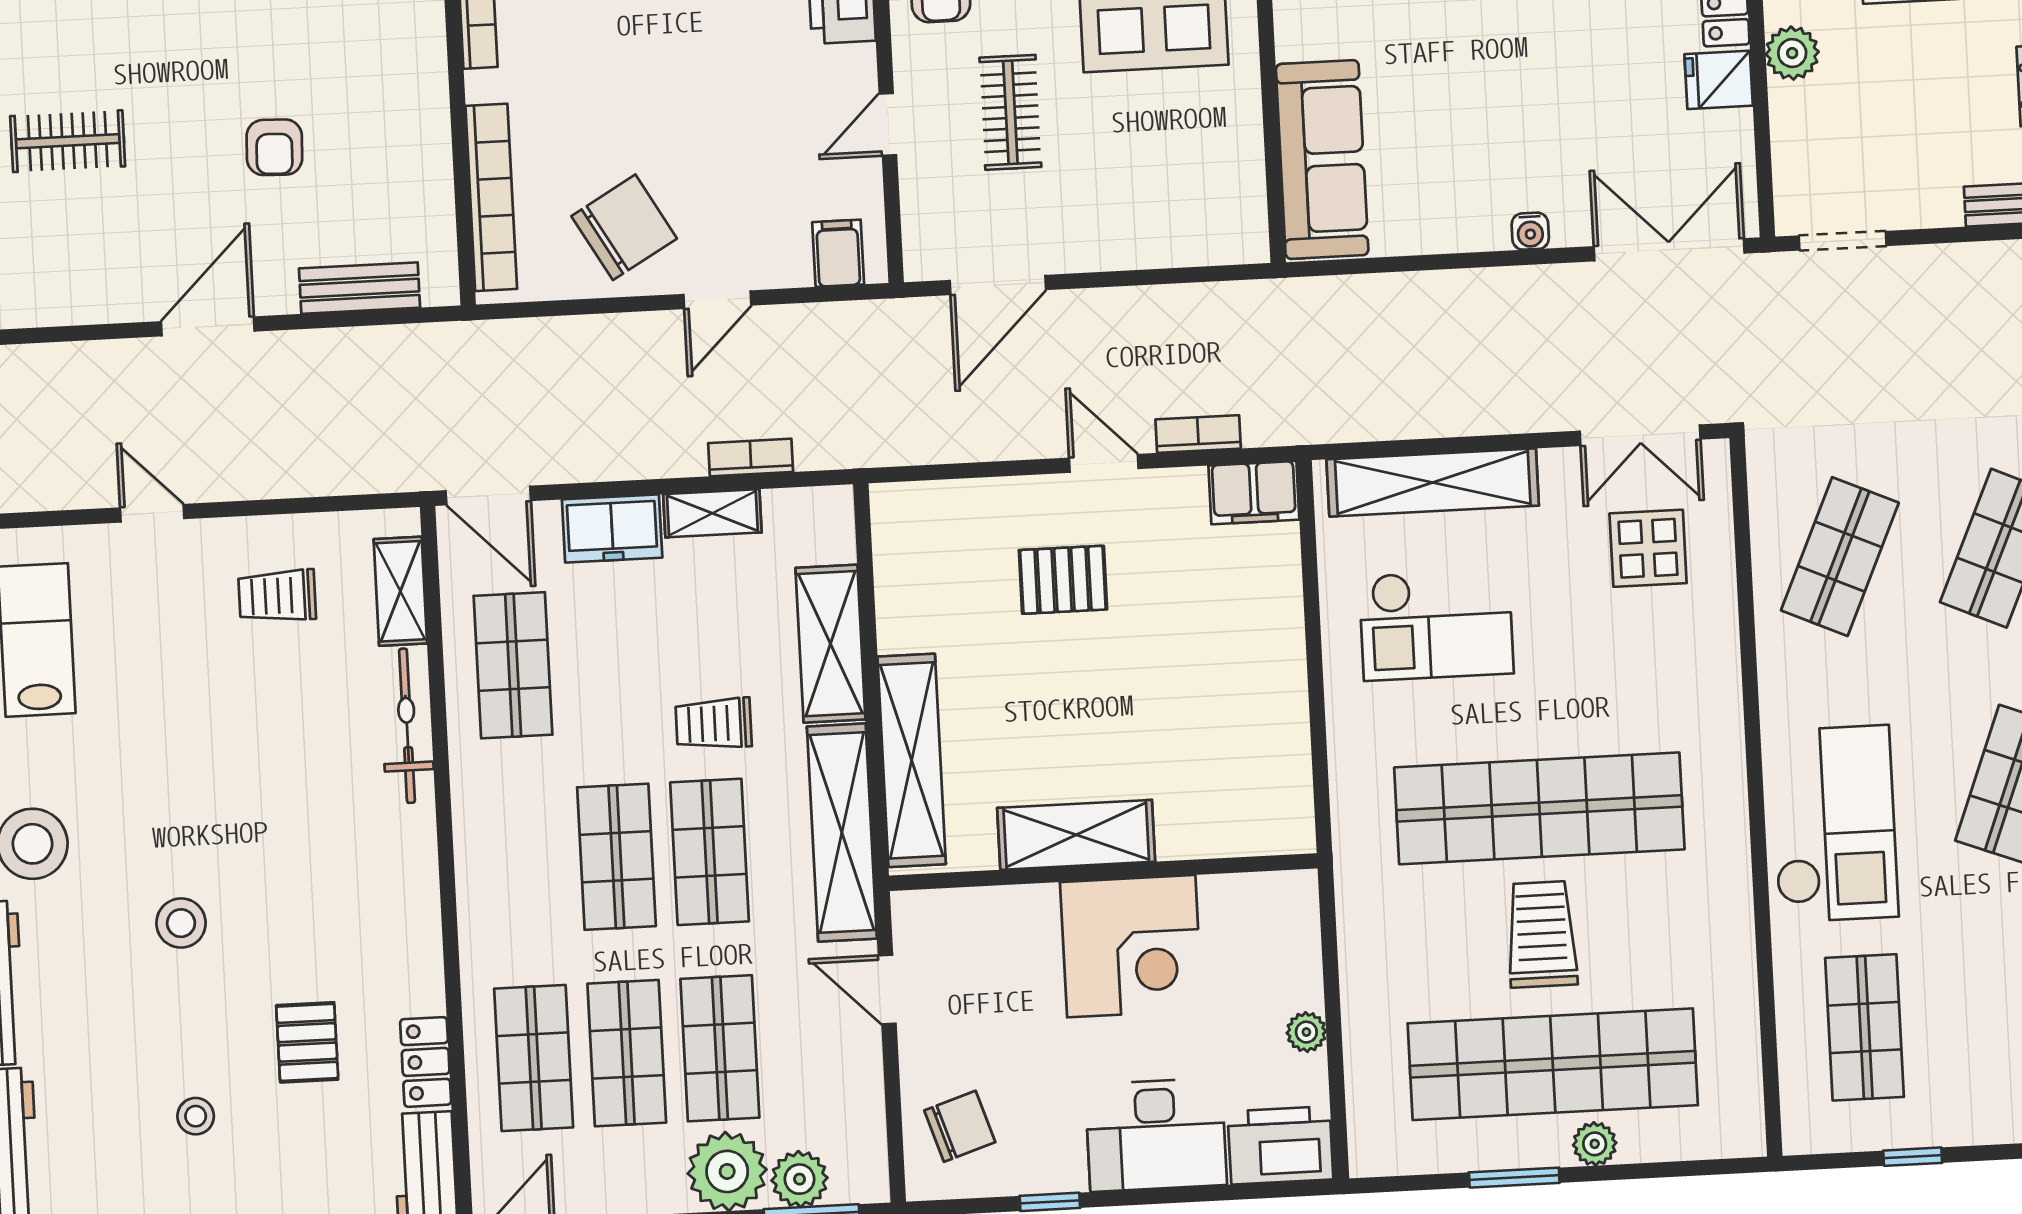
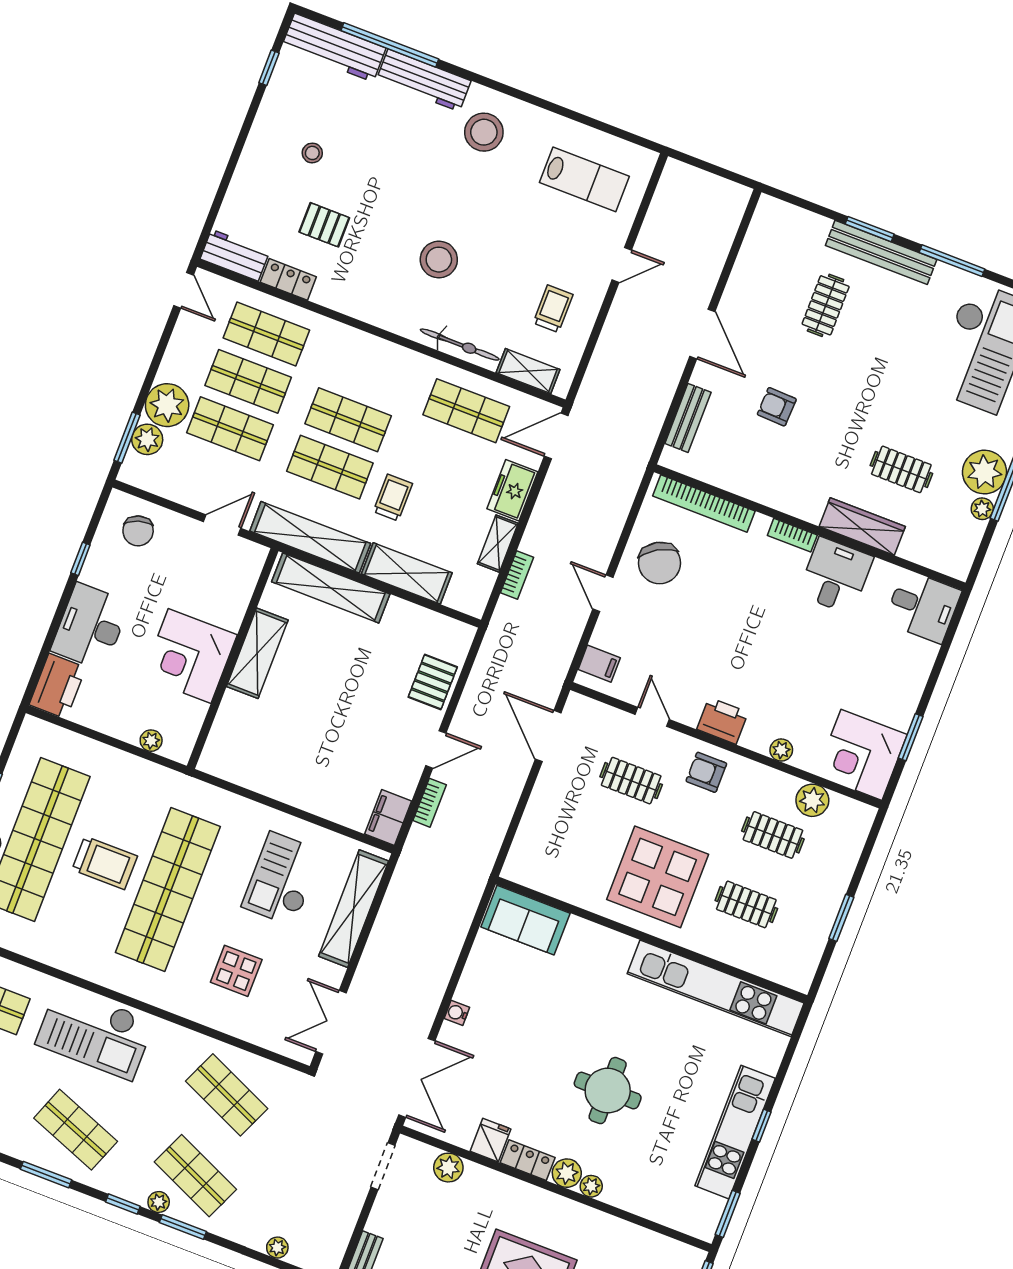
plant: (1792, 53) -> (448, 1168), moved
sofa: (1322, 160) -> (525, 920), width x0.73
display table: (1648, 548) -> (236, 971), moved
pallet: (1063, 580) -> (433, 682), moved
stool: (181, 923) -> (439, 260), moved, width x1.38, depth x1.38
plant: (1306, 1032) -> (151, 741), moved

